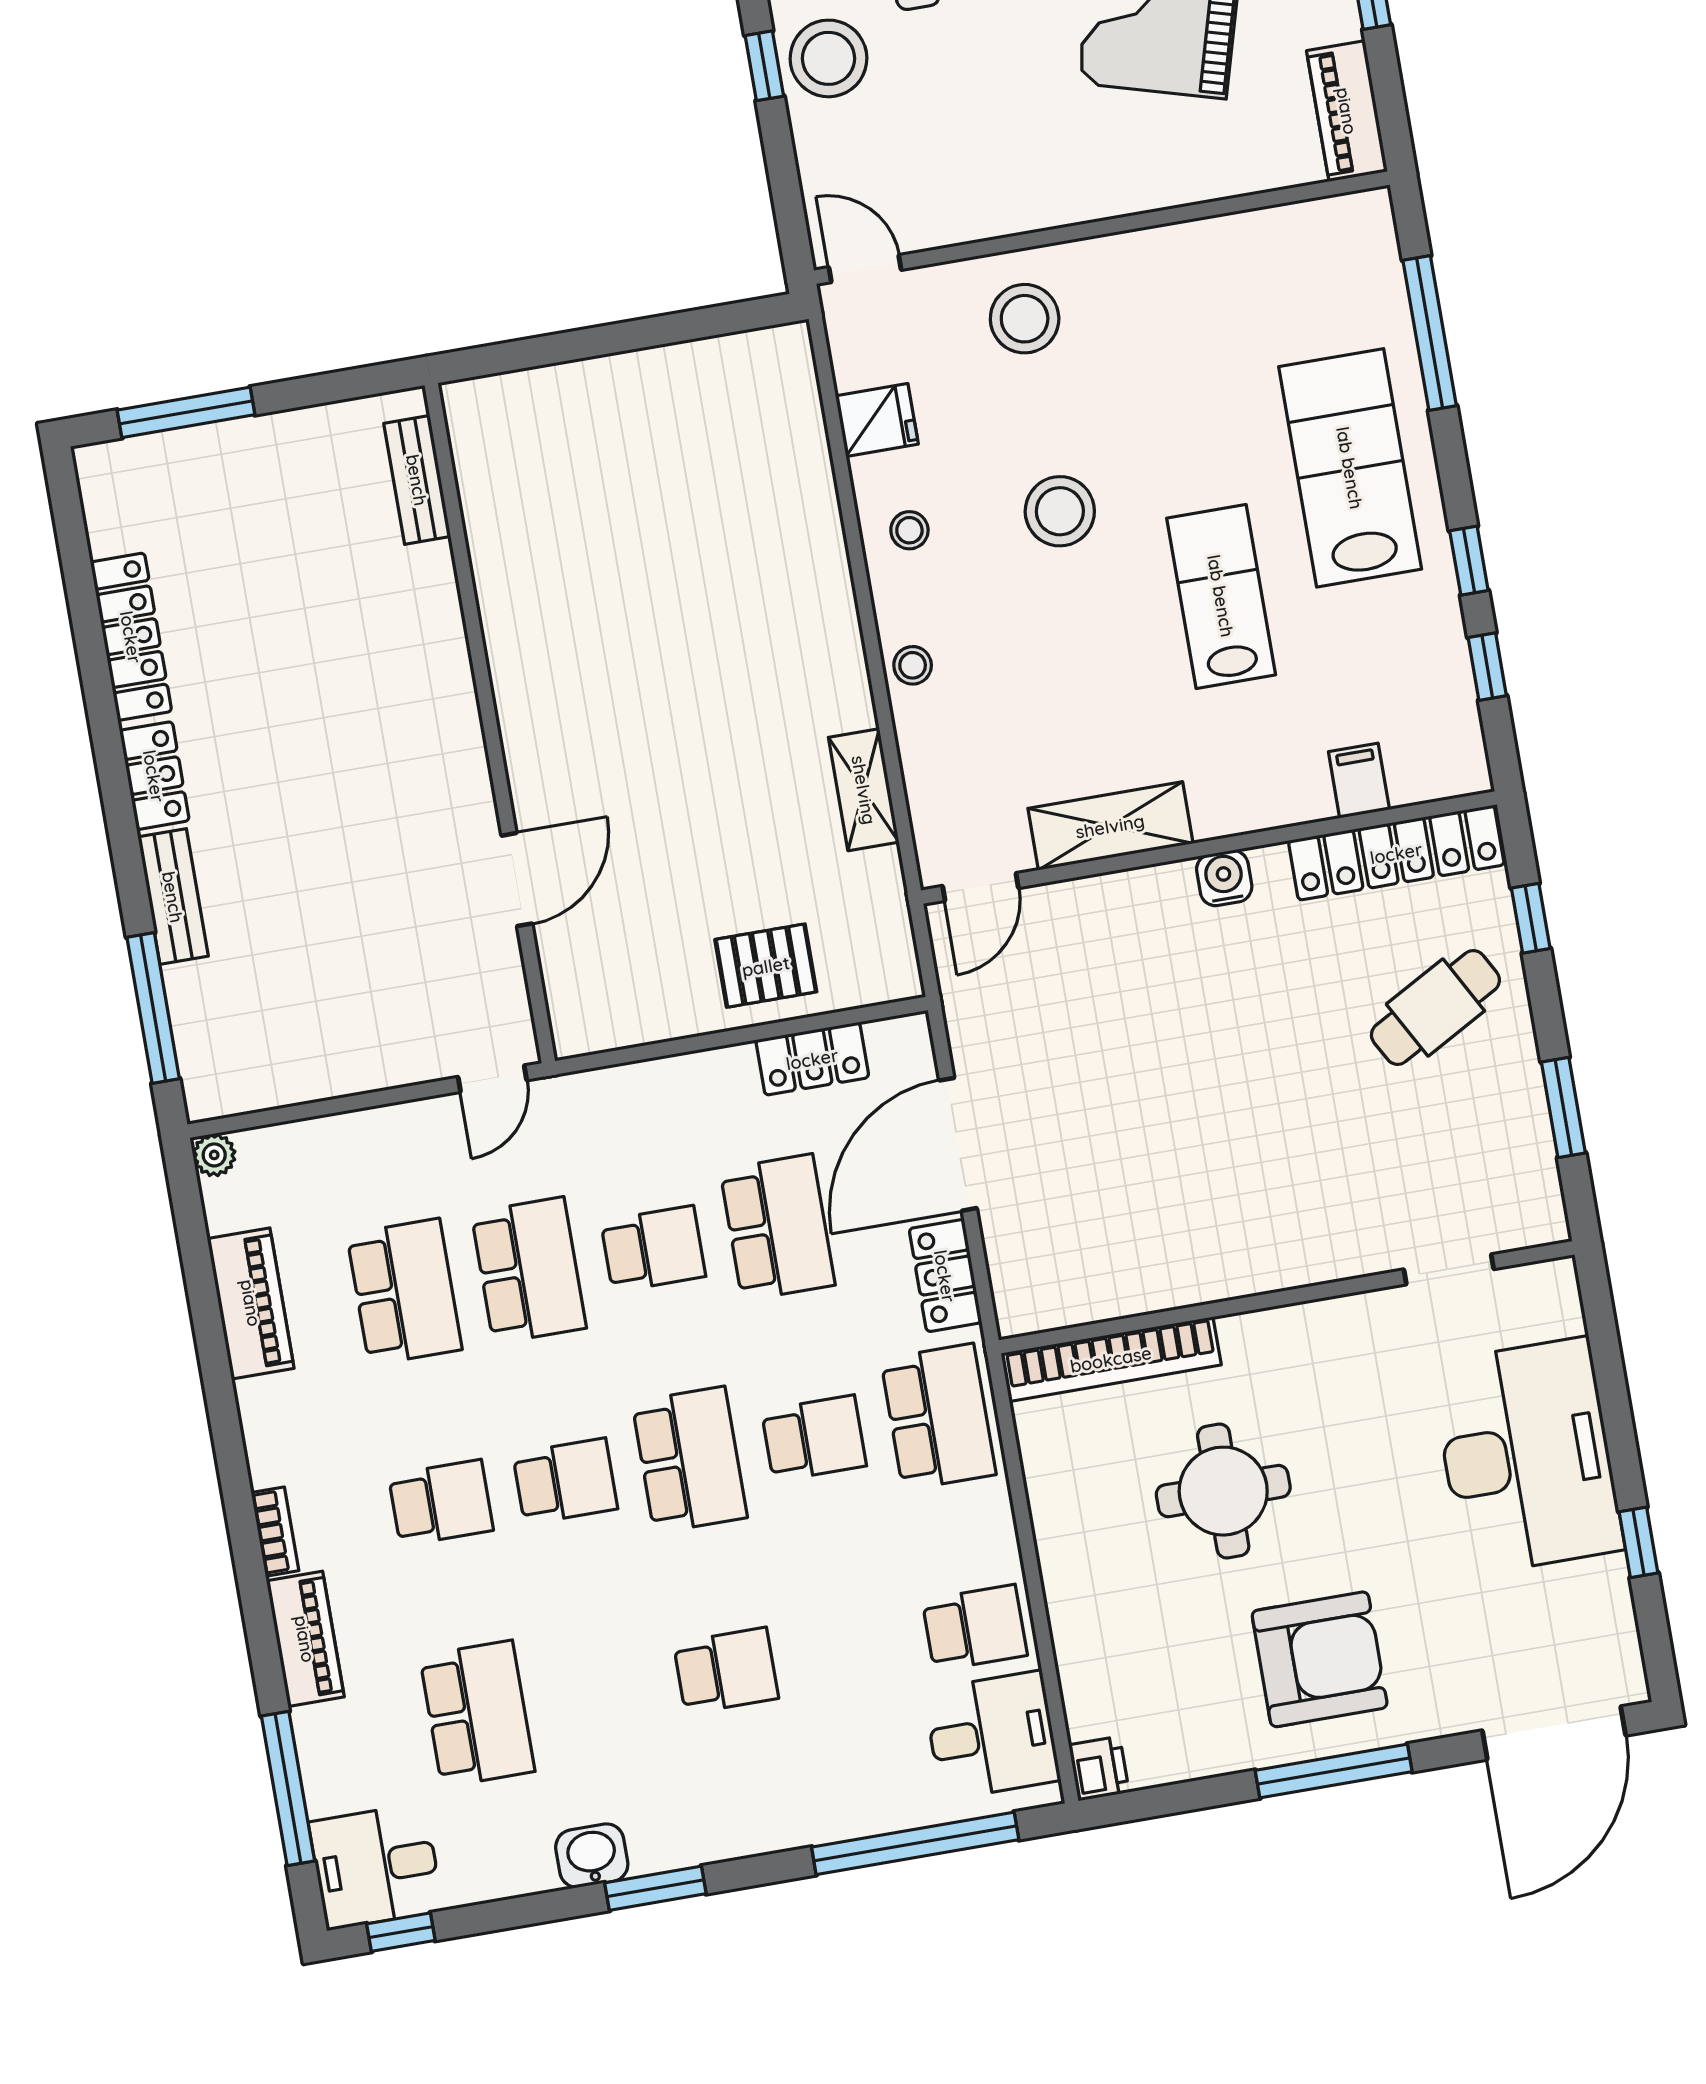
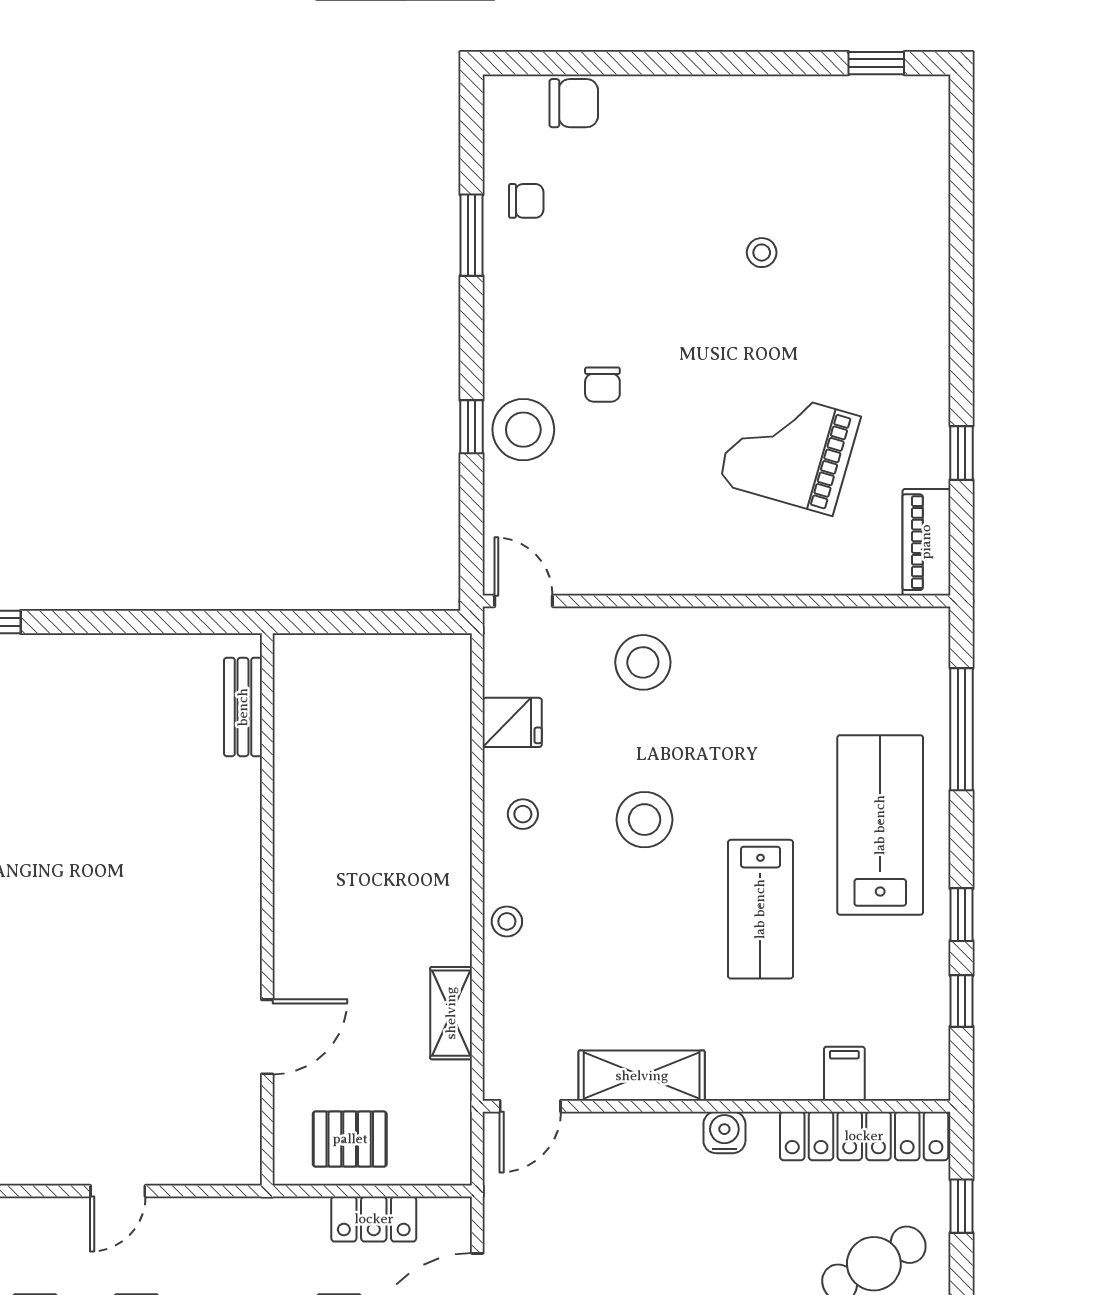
bench: (417, 480) -> (243, 707), moved
lab bench: (1221, 596) -> (760, 909), turned 180
wall: (490, 723) -> (267, 909), moved
door: (517, 880) -> (267, 1037), moved

